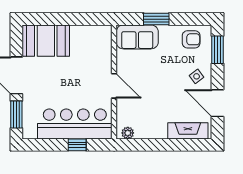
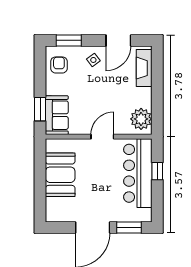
window: (156, 19) -> (40, 109), moved
booth: (46, 41) -> (60, 175), moved
plant: (128, 133) -> (141, 119), width x1.87, depth x1.87

